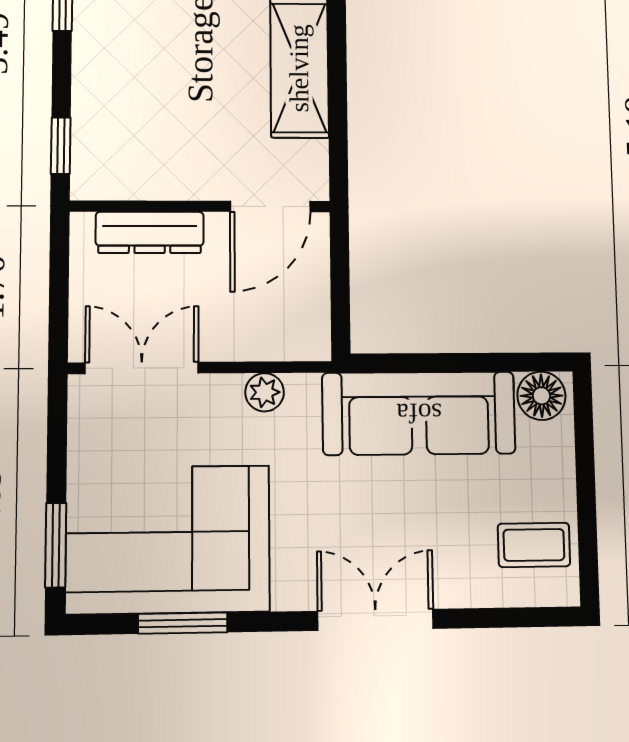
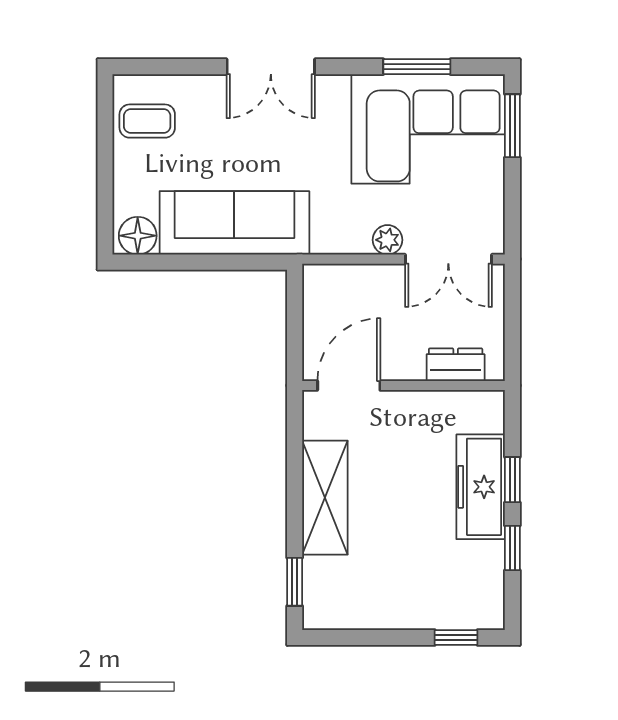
freezer: (102, 79) -> (481, 487), added
window: (61, 146) -> (512, 480), moved
dresser: (150, 232) -> (456, 365), width x0.70
plant: (265, 392) -> (388, 240), moved

